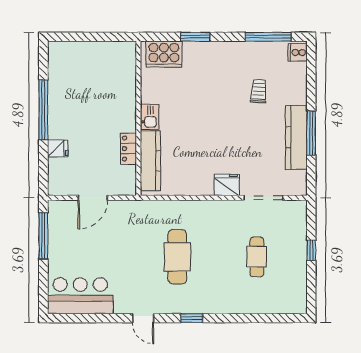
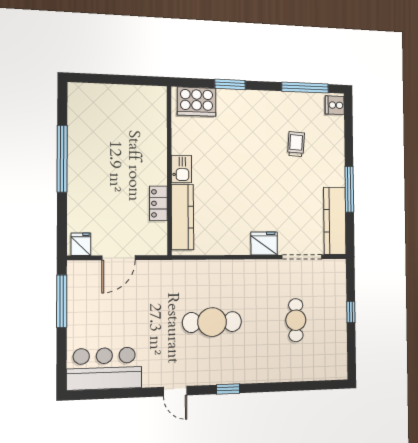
kitchen counter: (296, 137) -> (335, 221), moved
fridge: (58, 148) -> (81, 244), moved, turned -90
cafe table: (177, 257) -> (212, 322), turned 90

